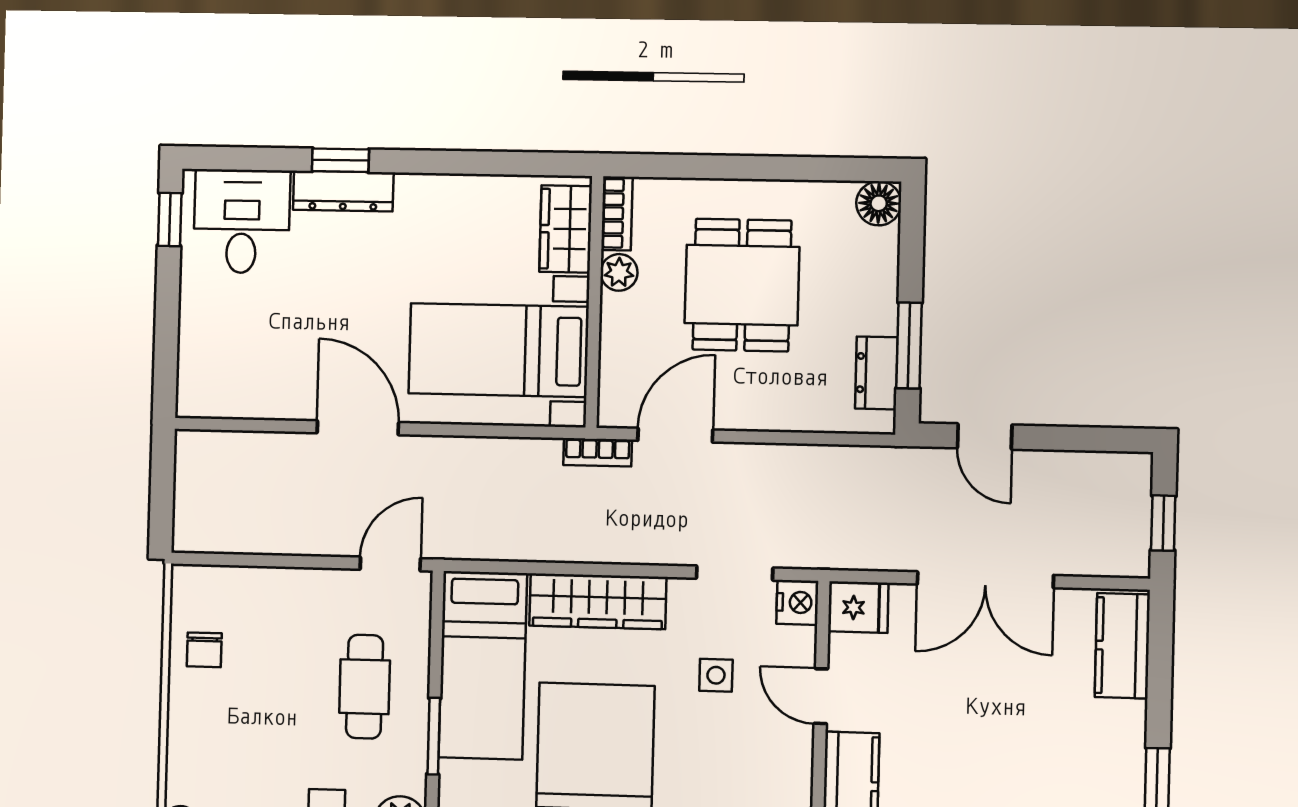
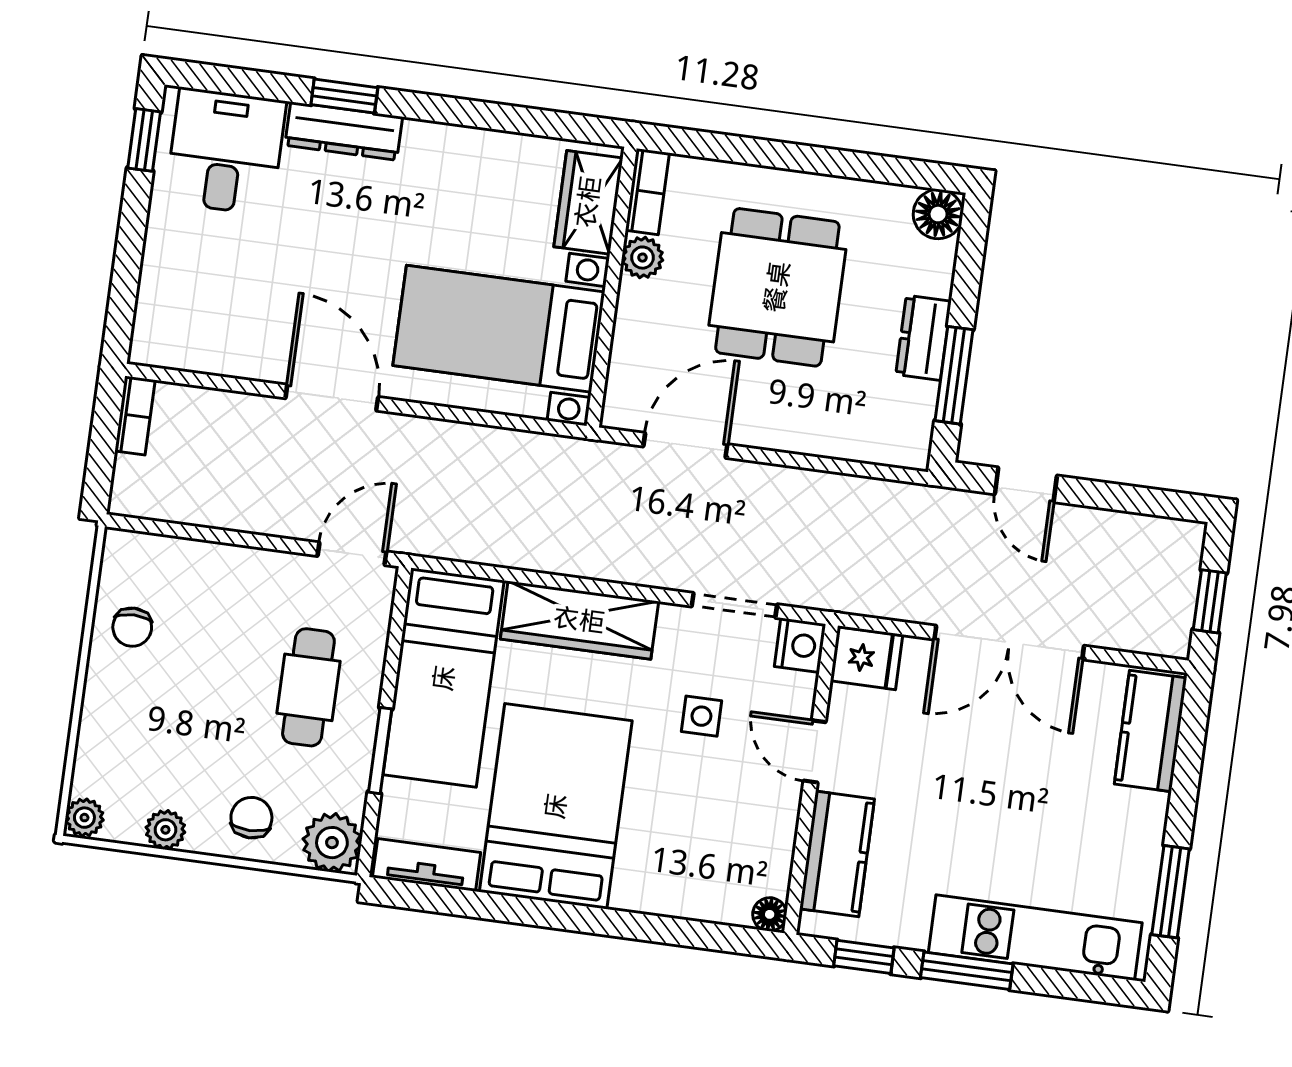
dresser: (876, 373) -> (923, 338), moved
bookcase: (598, 452) -> (135, 416), moved, turned -90

